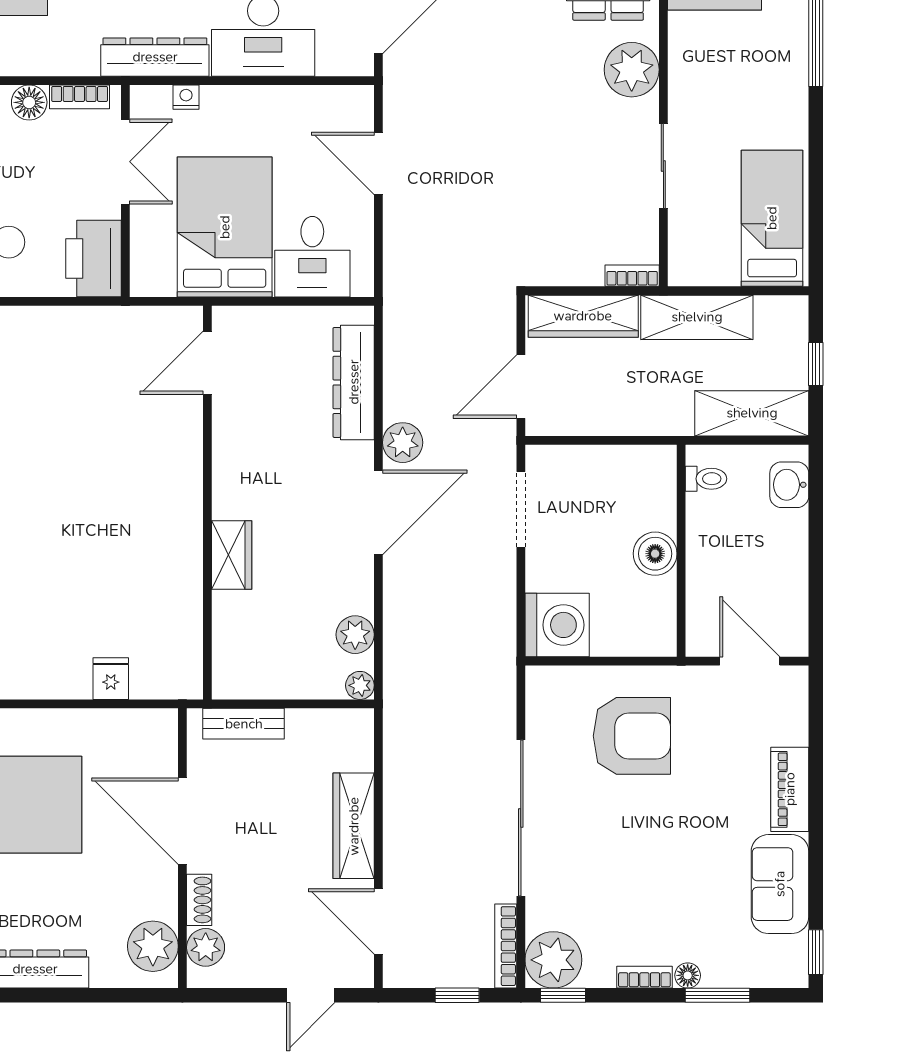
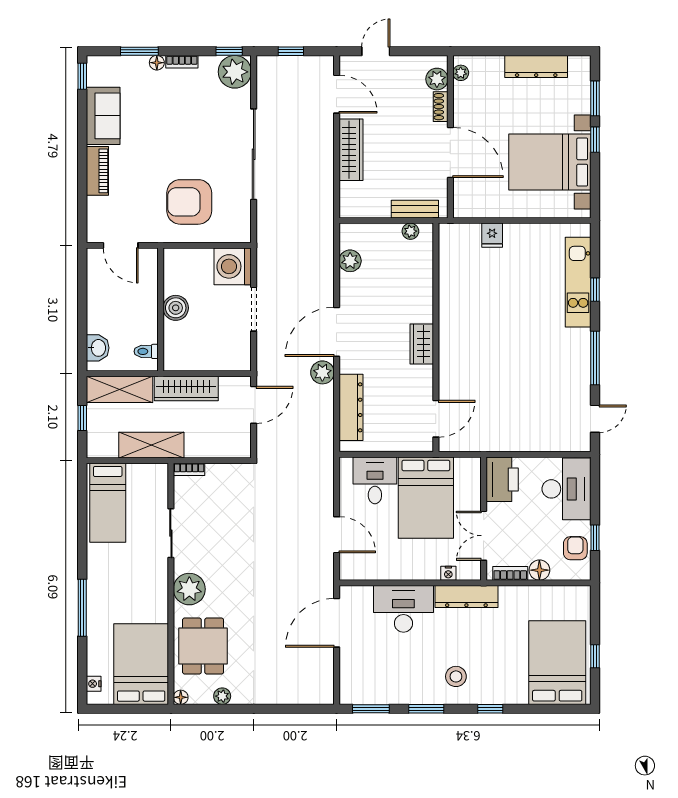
wardrobe: (583, 316) -> (186, 389), moved, turned 180
doorway: (521, 509) -> (254, 309), moved
wardrobe: (232, 555) -> (422, 344), moved
plant: (360, 685) -> (410, 231), moved
plant: (153, 946) -> (461, 73), width x0.53, depth x0.53
bookcase: (506, 946) -> (262, 80), removed

